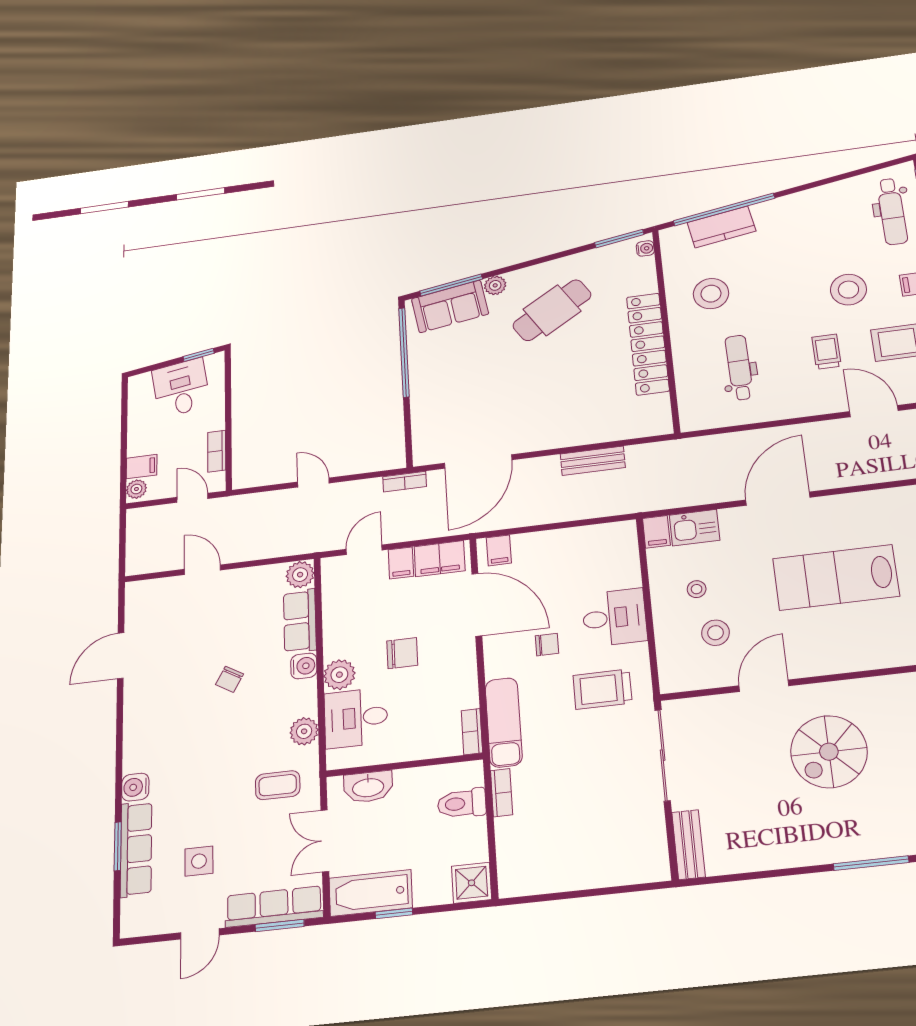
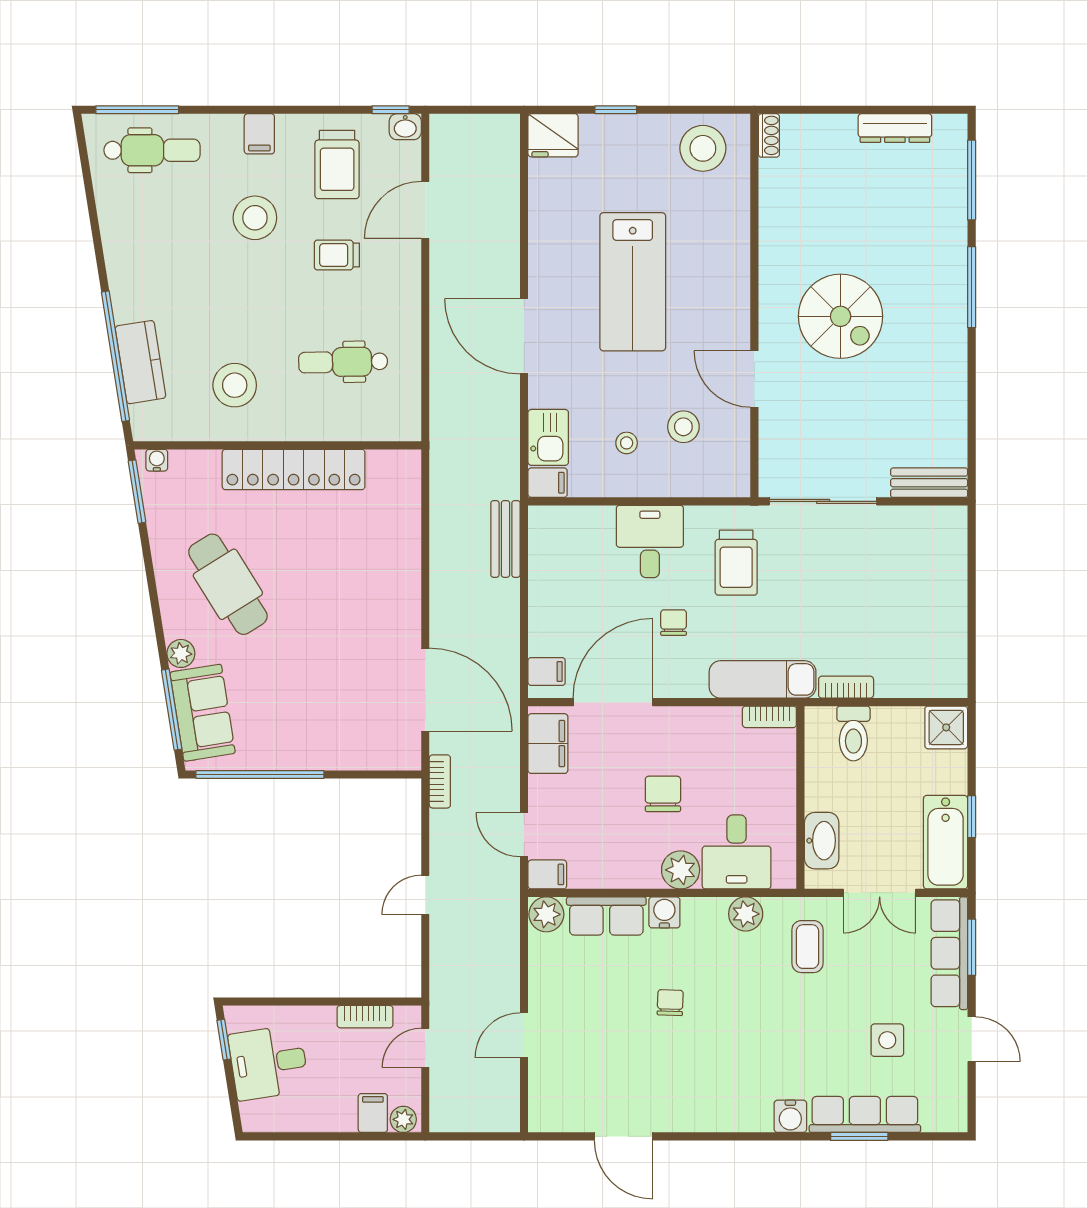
bench: (593, 461) -> (505, 539), moved
filing cabinet: (401, 563) -> (547, 874), moved
chair: (230, 679) -> (670, 1003), turned -118

